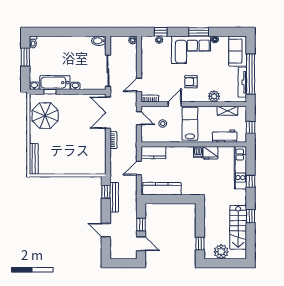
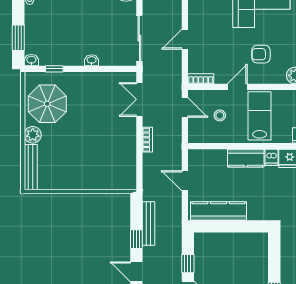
window: (25, 57) -> (18, 38), moved
bathtub: (55, 83) -> (62, 55), removed
door: (139, 85) -> (185, 39), moved
double door: (108, 113) -> (139, 99), width x0.73
plant: (35, 137) -> (33, 135), added
kitchen counter: (153, 153) -> (246, 158), moved
door: (139, 168) -> (185, 181), hinge flipped
window: (106, 192) -> (136, 239), moved

